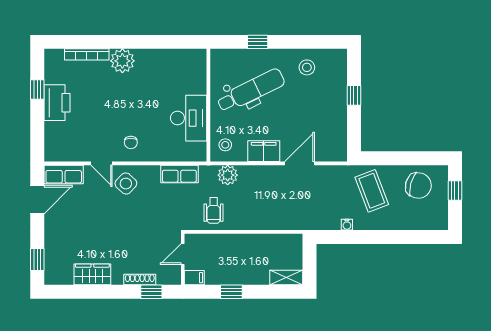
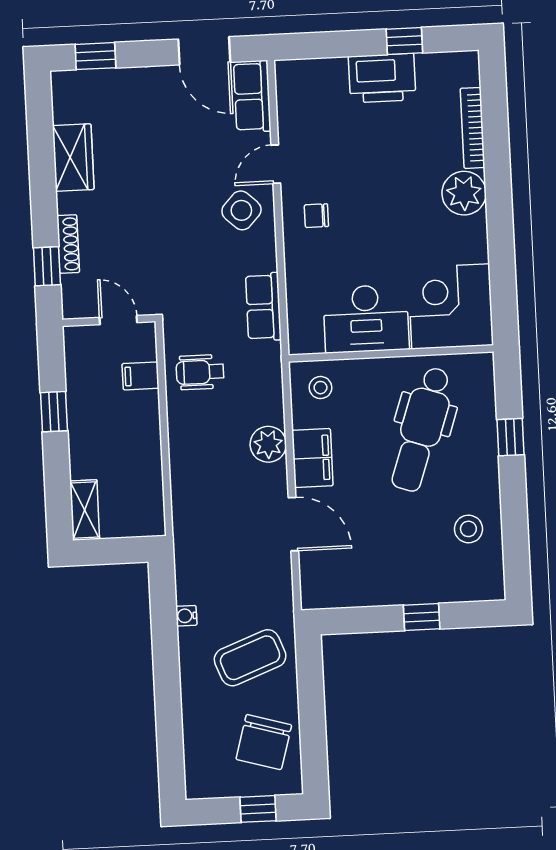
corner desk: (184, 71) -> (451, 306), added
dental chair: (251, 91) -> (421, 429), turned 45
plant: (228, 175) -> (268, 444), moved
filing cabinet: (194, 278) -> (140, 376), moved, turned 90

